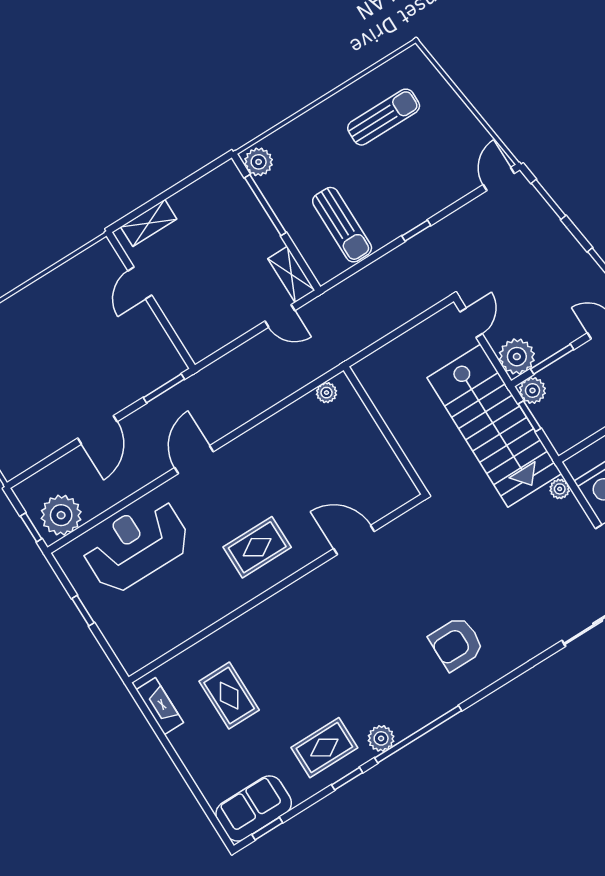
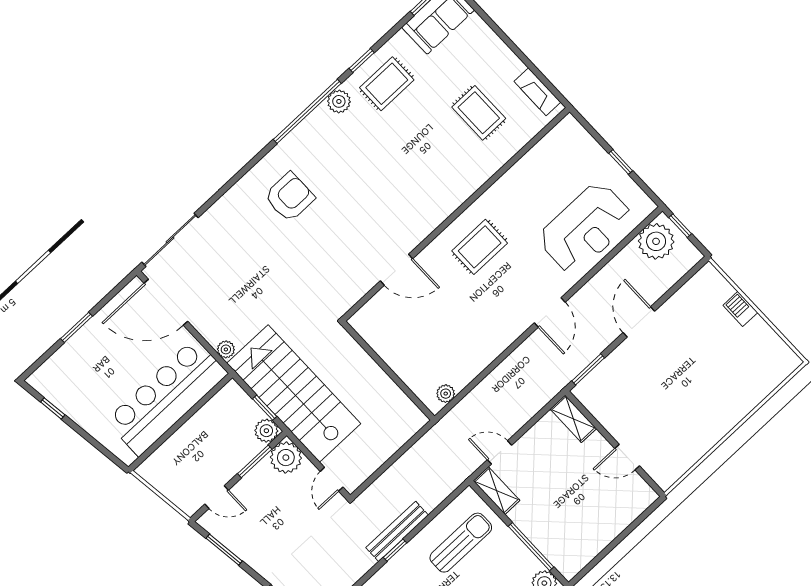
shelving: (149, 223) -> (573, 419), moved, turned 90
sun lounger: (342, 225) -> (461, 543), turned 90
bench: (410, 251) -> (397, 531), added
door: (140, 283) -> (627, 457), swing flipped

